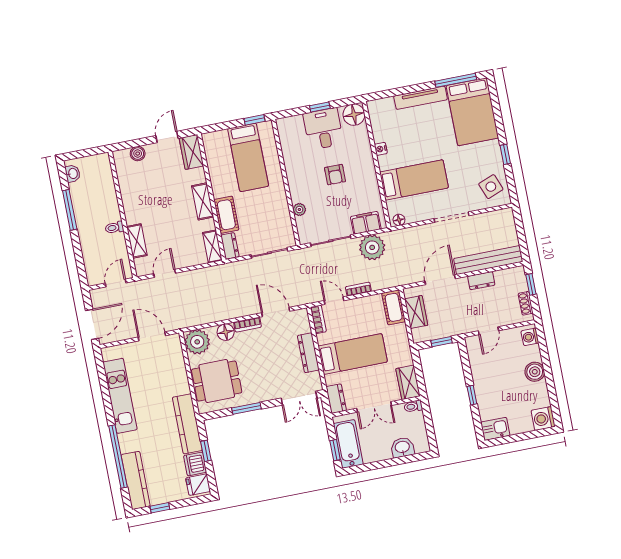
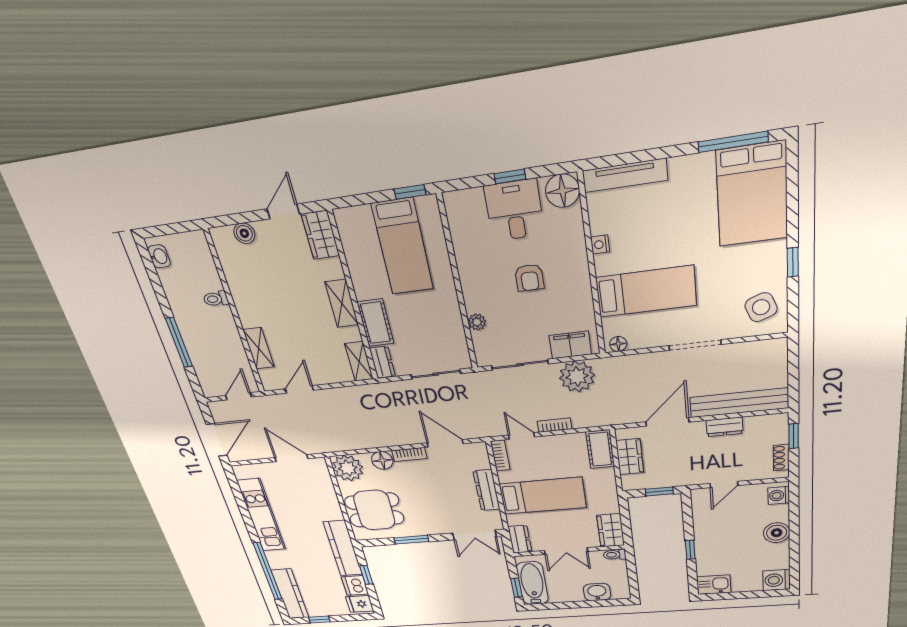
tv unit: (421, 98) -> (625, 175), moved
window: (70, 210) -> (179, 342), moved
toilet: (114, 228) -> (216, 299), moved

